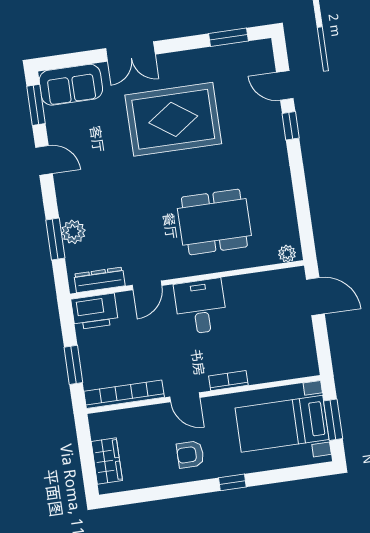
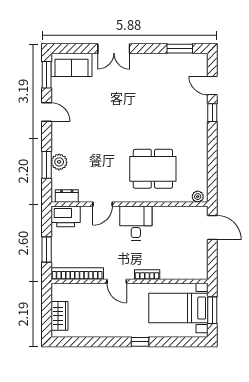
rug: (173, 119) -> (136, 97), removed
dresser: (99, 280) -> (67, 196), width x0.70
armchair: (190, 454) -> (115, 320), removed

